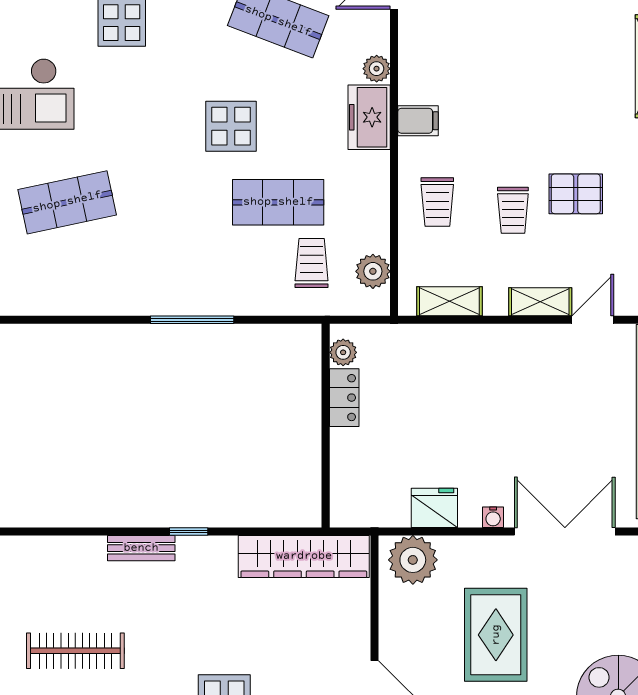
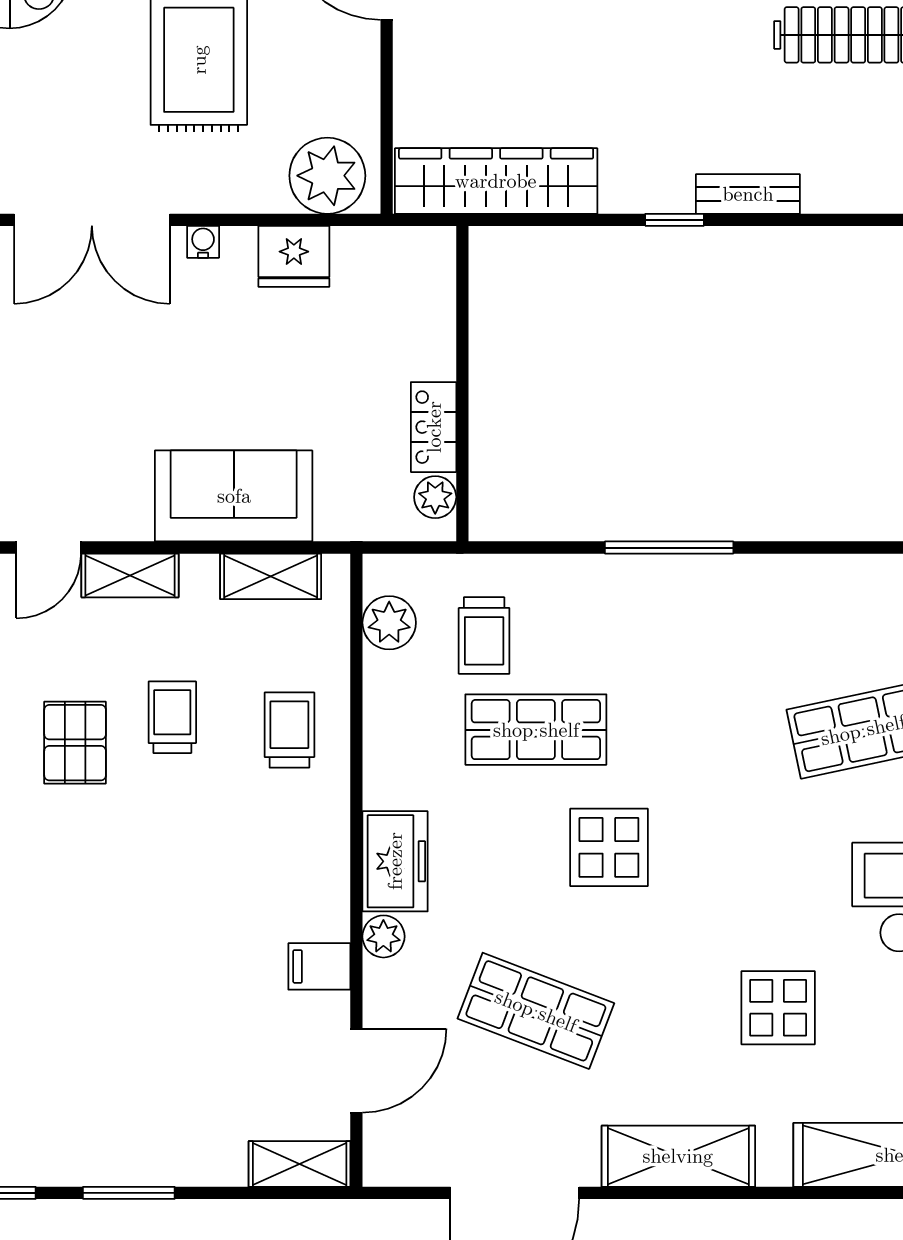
filing cabinet: (418, 121) -> (319, 966), moved
pallet: (576, 194) -> (75, 743), turned 90
sofa: (473, 353) -> (234, 496), added

